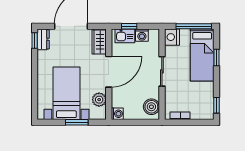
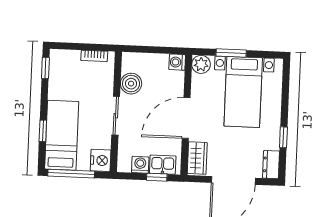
window: (35, 41) -> (283, 137), moved
plant: (99, 100) -> (201, 64), moved
boiler: (151, 107) -> (131, 84), moved

